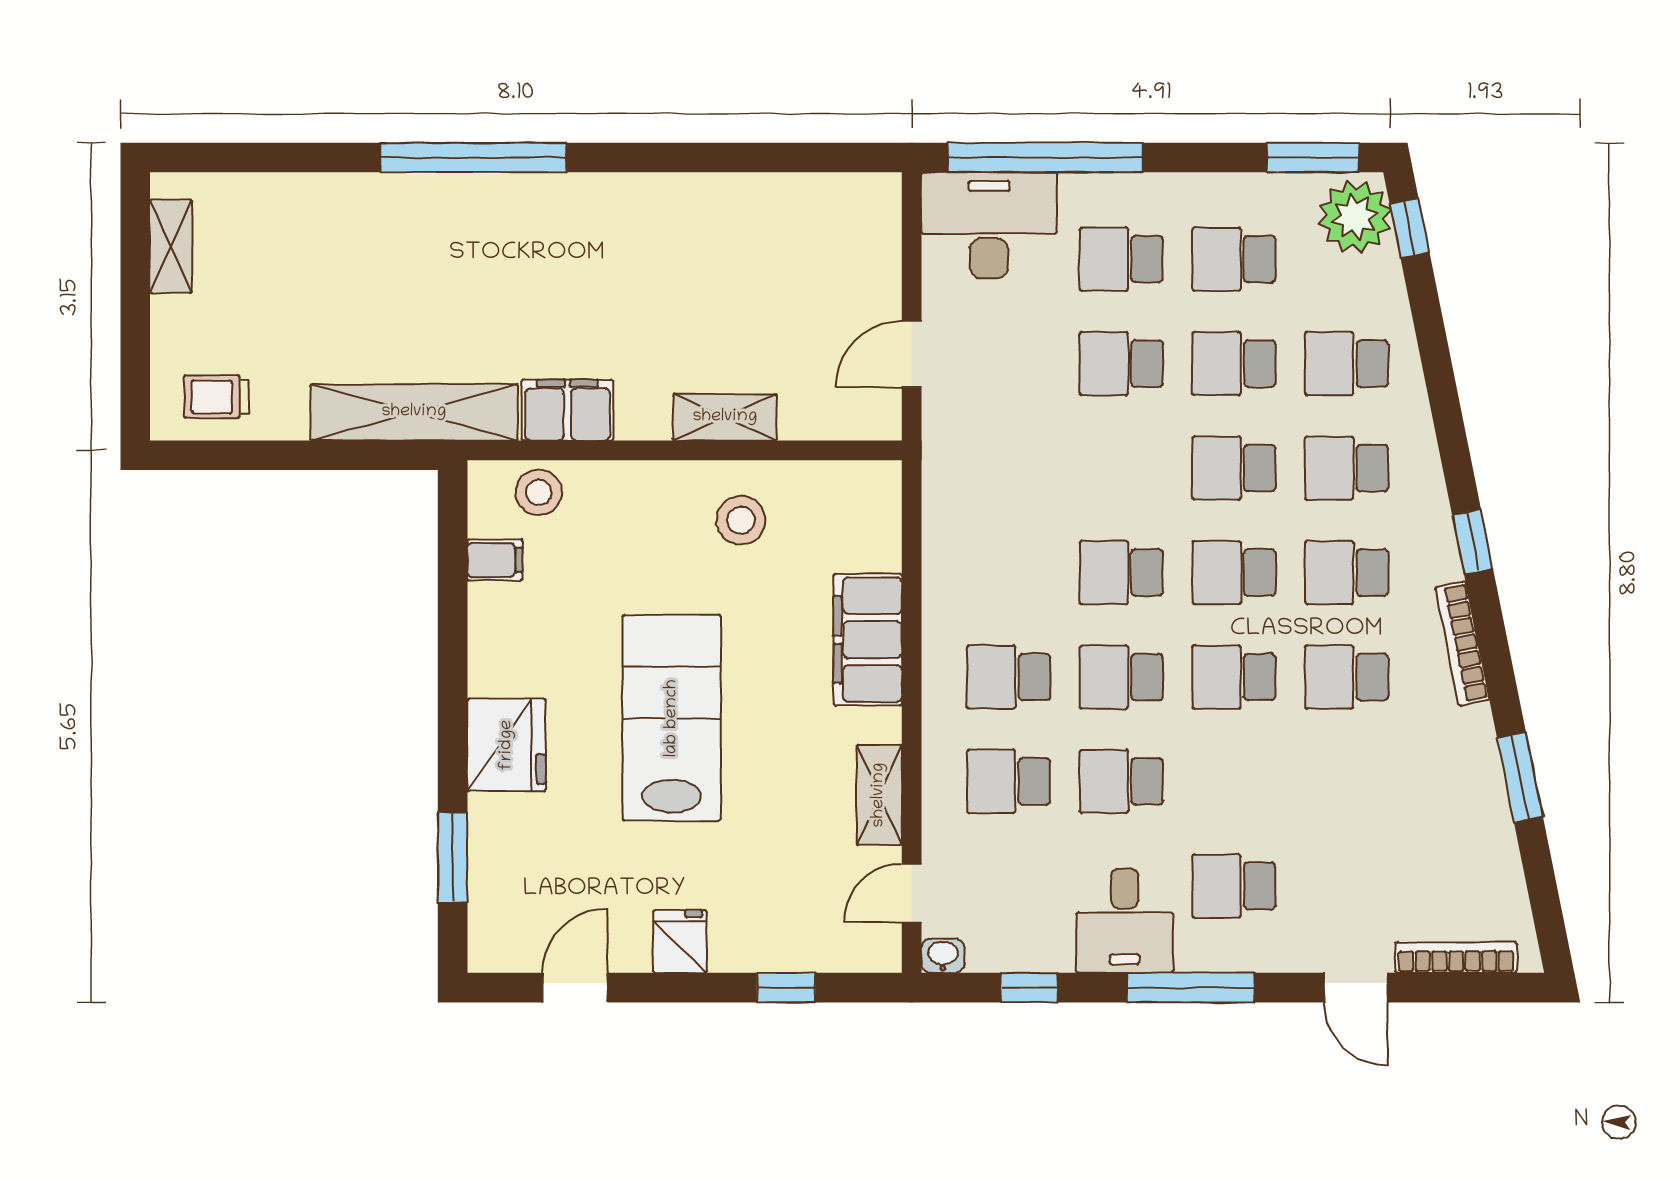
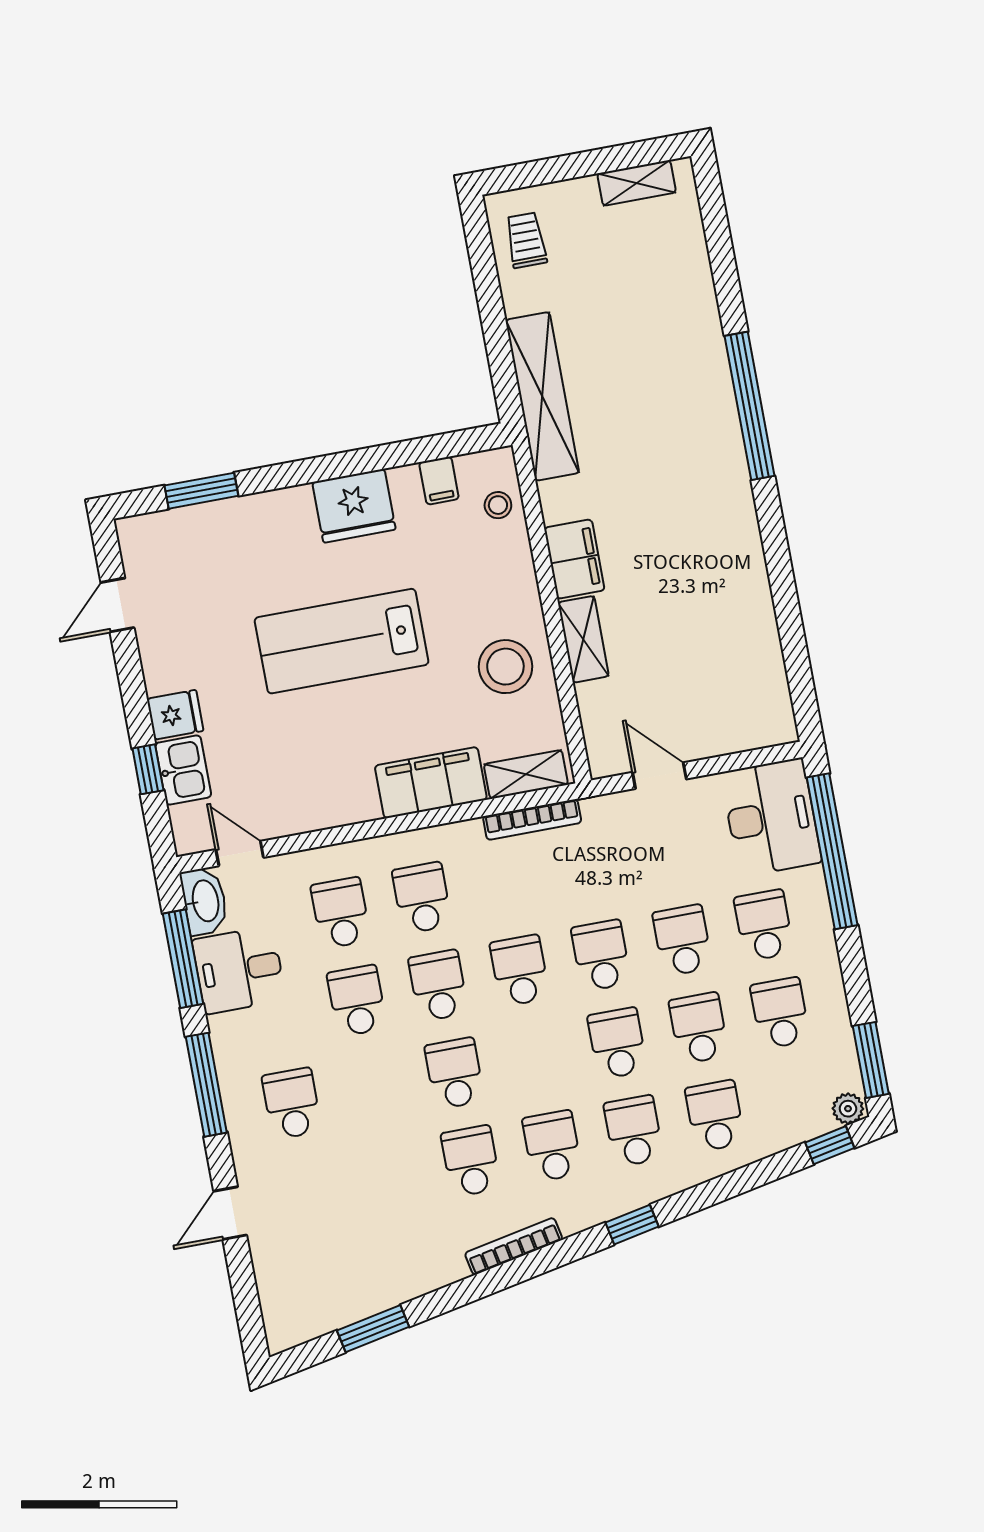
plant: (1355, 217) -> (848, 1109), width x0.53, depth x0.53
filing cabinet: (567, 410) -> (574, 559), moved
stool: (539, 492) -> (498, 505), width x0.73, depth x0.73
stool: (741, 520) -> (505, 667), width x1.38, depth x1.38
window: (1473, 542) -> (632, 1225), moved
school desk: (1234, 573) -> (601, 955), moved
lab bench: (672, 718) -> (342, 641), turned 180
fridge: (507, 745) -> (354, 506), moved
window: (1520, 777) -> (373, 1329), moved
shelving: (879, 795) -> (526, 774), moved
desk: (1125, 921) -> (239, 970), moved
fridge: (680, 941) -> (175, 715), moved
kitchen sink: (795, 944) -> (183, 770), added
washbasin: (943, 956) -> (204, 901), width x1.91, depth x1.45
bookcase: (1456, 957) -> (532, 820), moved, turned 90
door: (575, 988) -> (117, 605), swing flipped
window: (1029, 988) -> (183, 959), width x2.17

